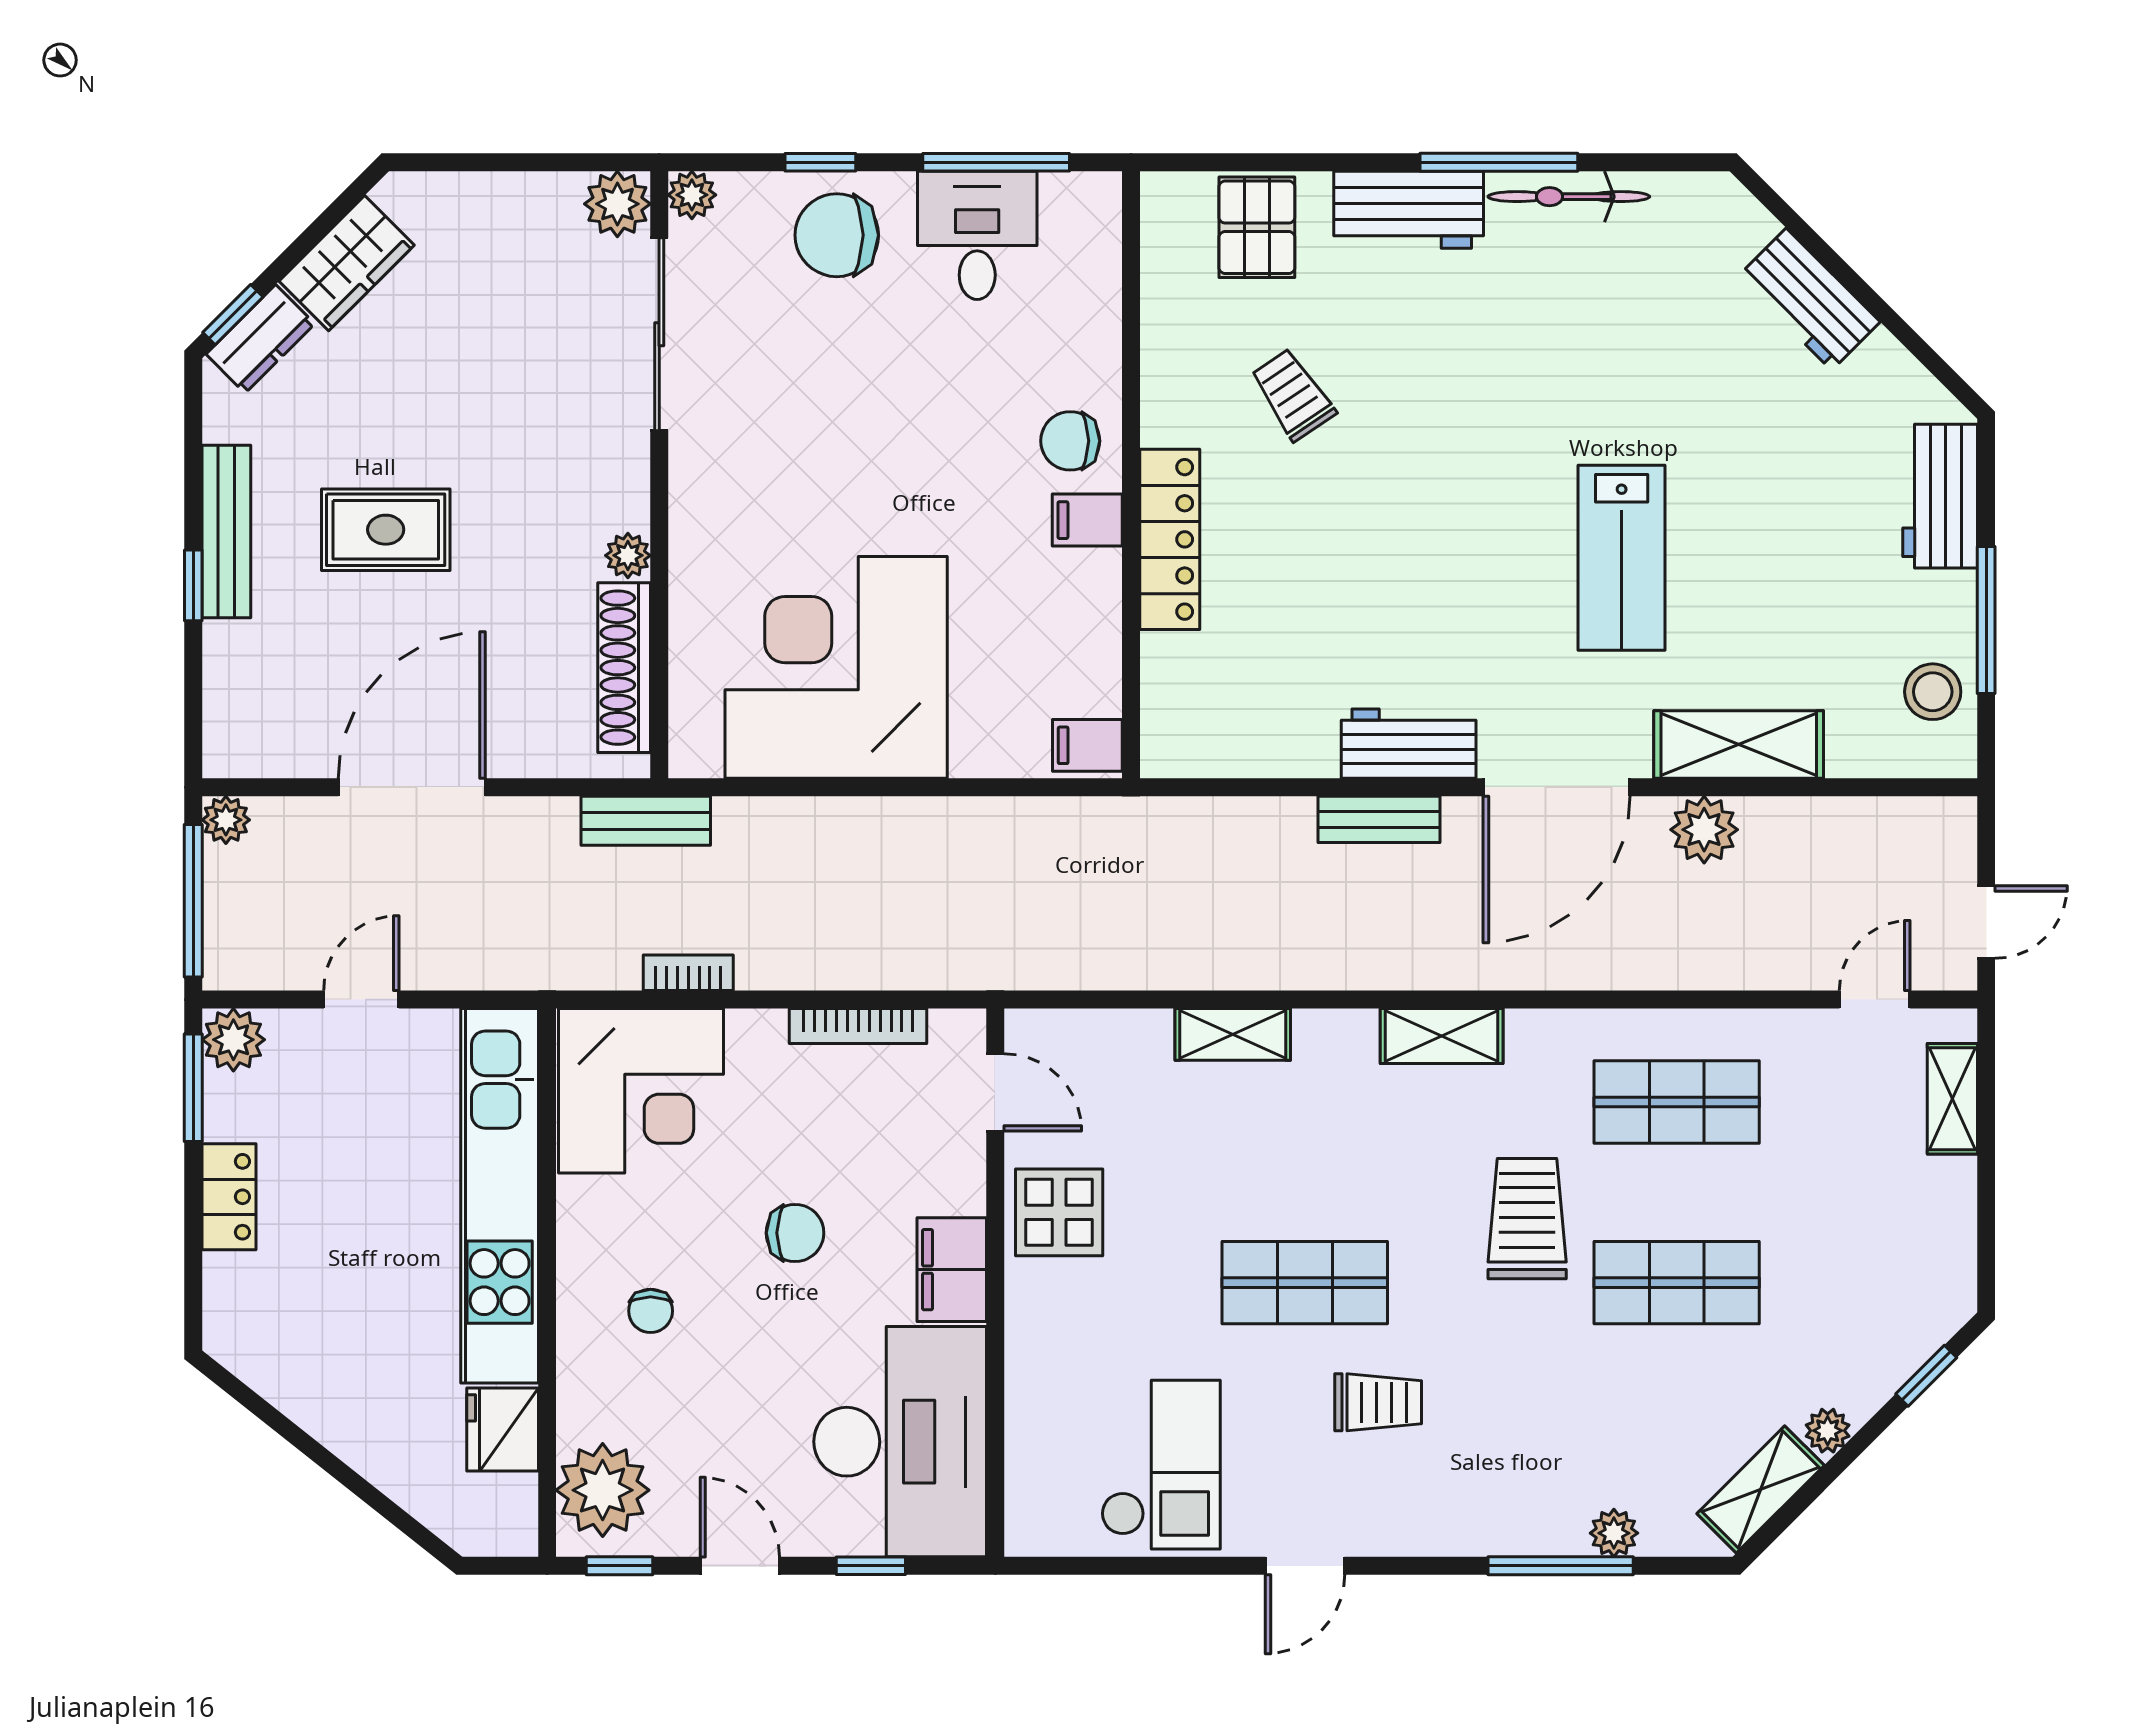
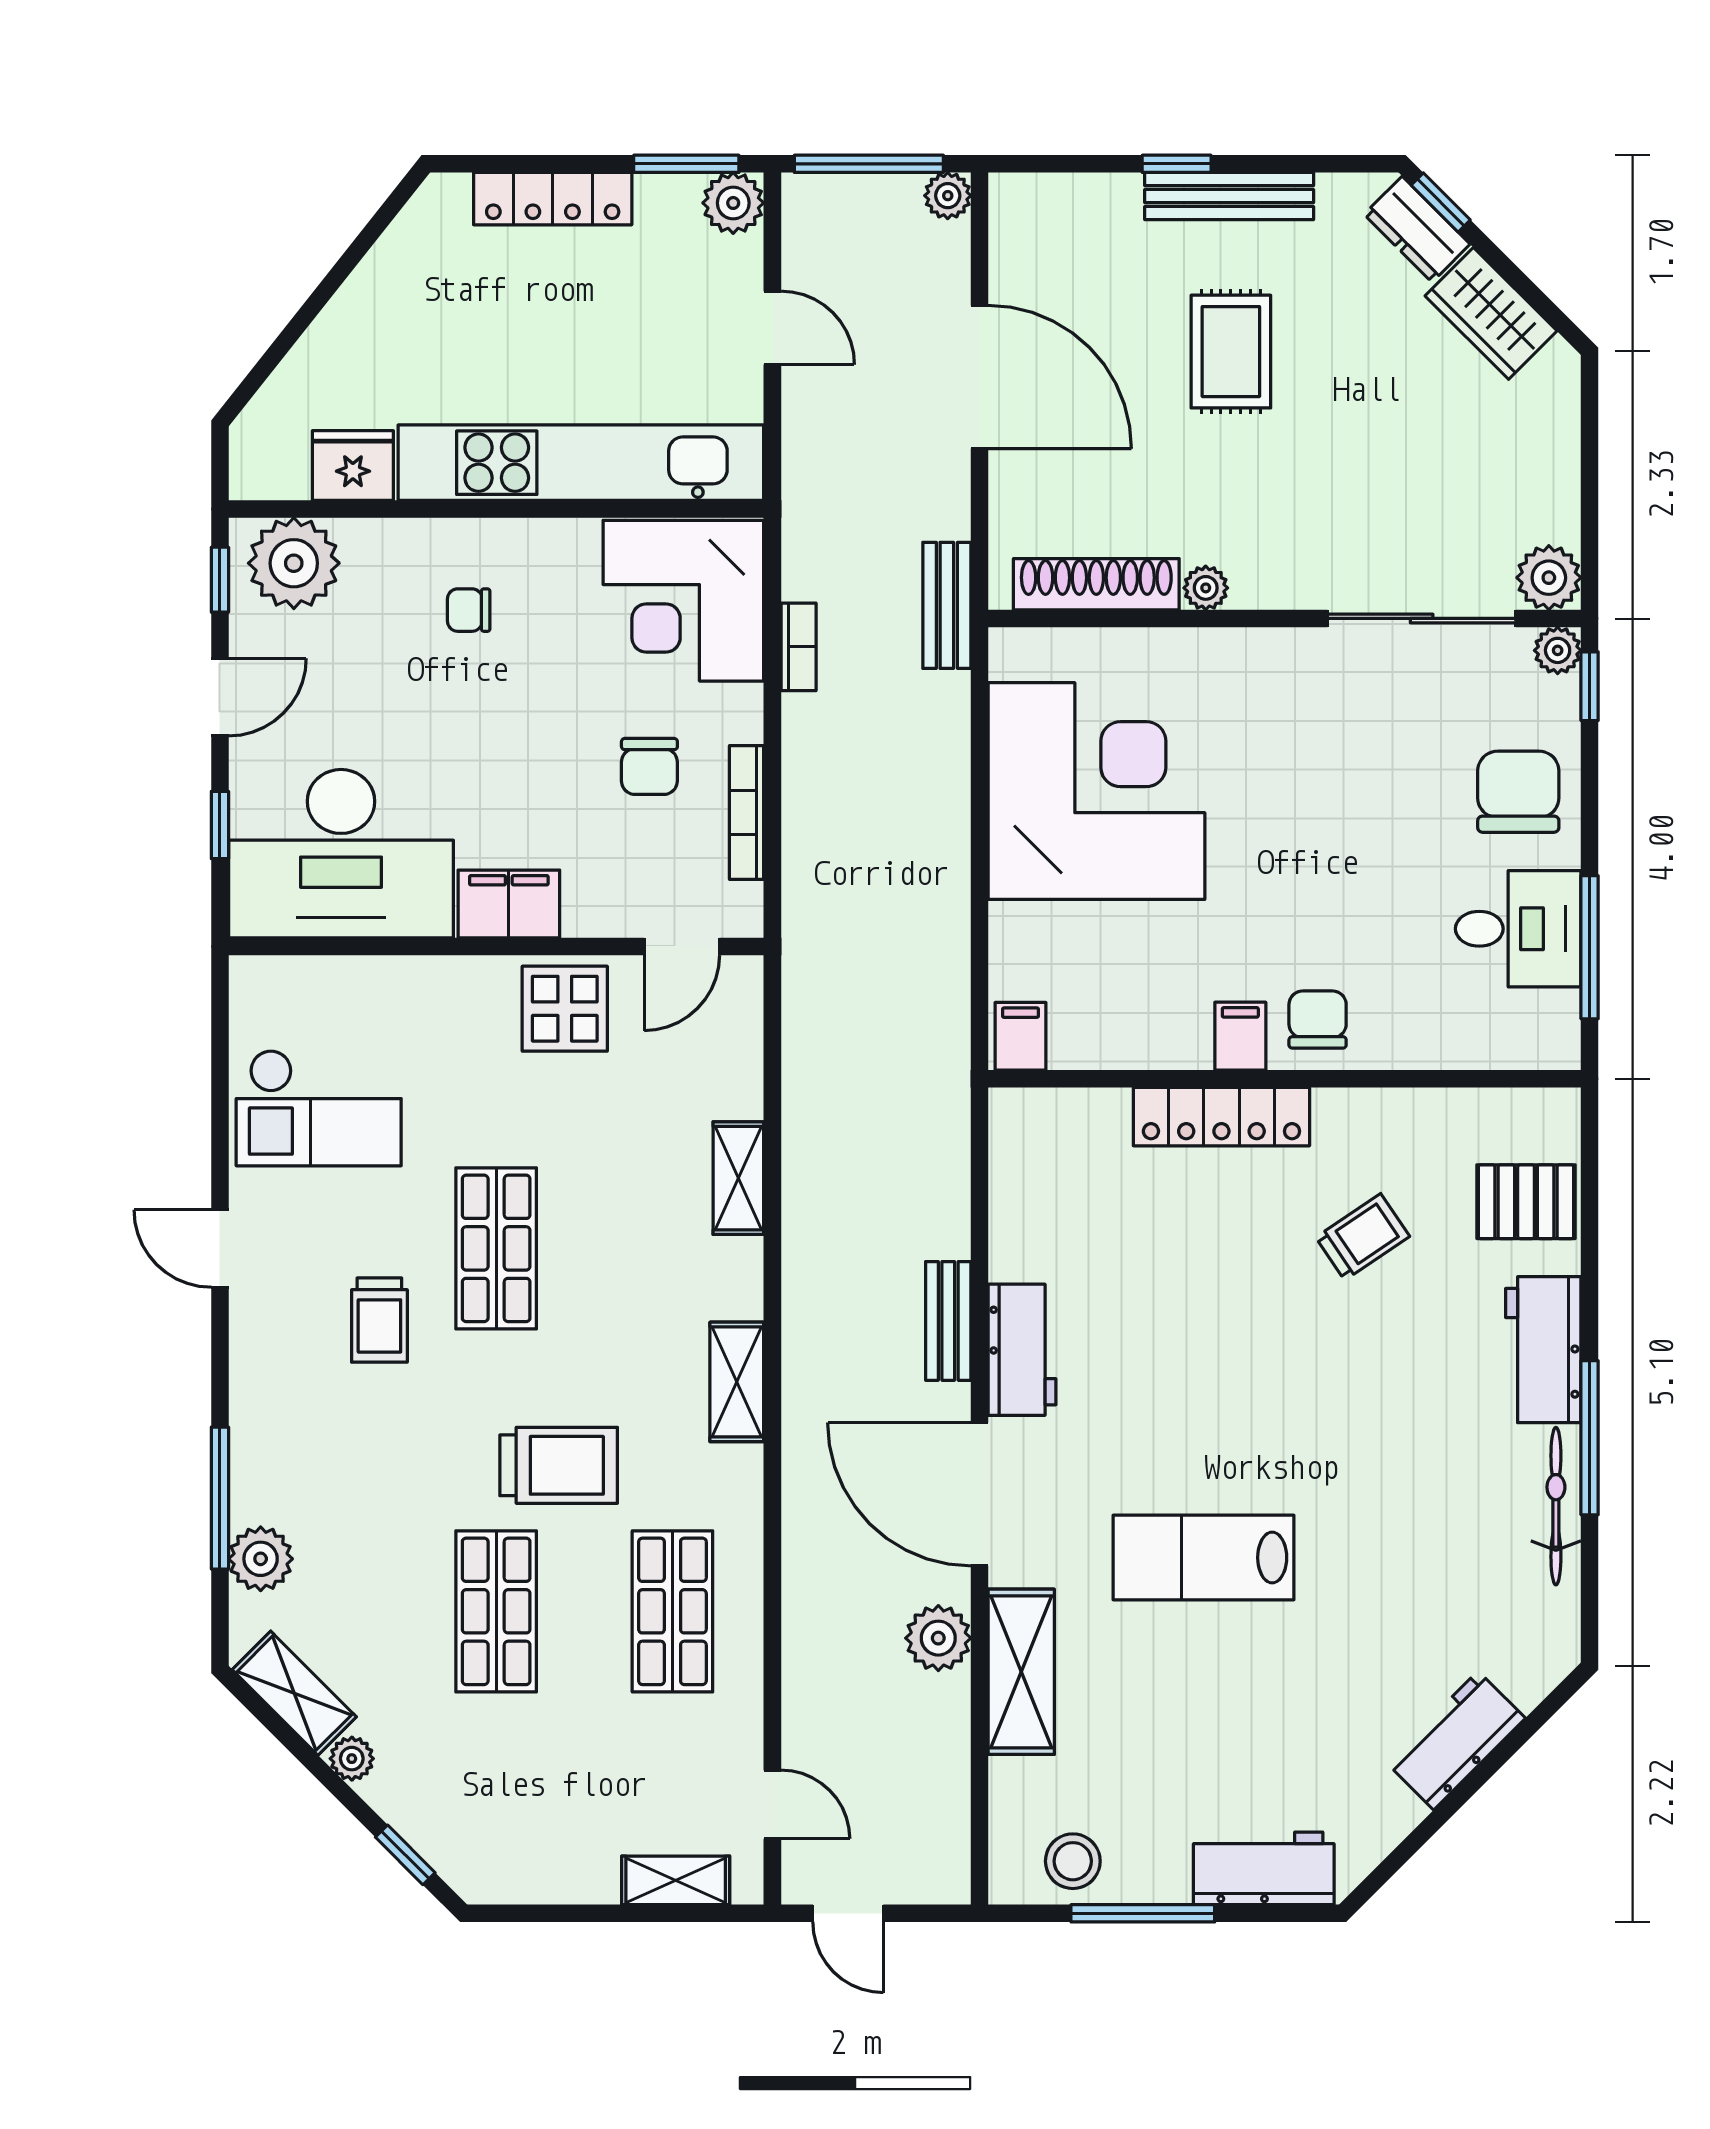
window: (820, 162) -> (1590, 686), moved
locker: (229, 1197) -> (553, 199), width x1.53
chair: (795, 1233) -> (649, 766), moved
plant: (1614, 1533) -> (261, 1559), width x1.38, depth x1.38

